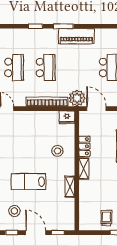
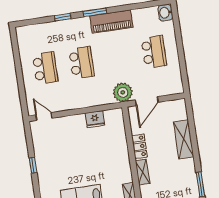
bookcase: (47, 102) -> (89, 102), removed
door: (96, 109) -> (147, 101), swing flipped
fridge: (67, 117) -> (95, 119), moved
stool: (57, 151) -> (109, 156), removed

